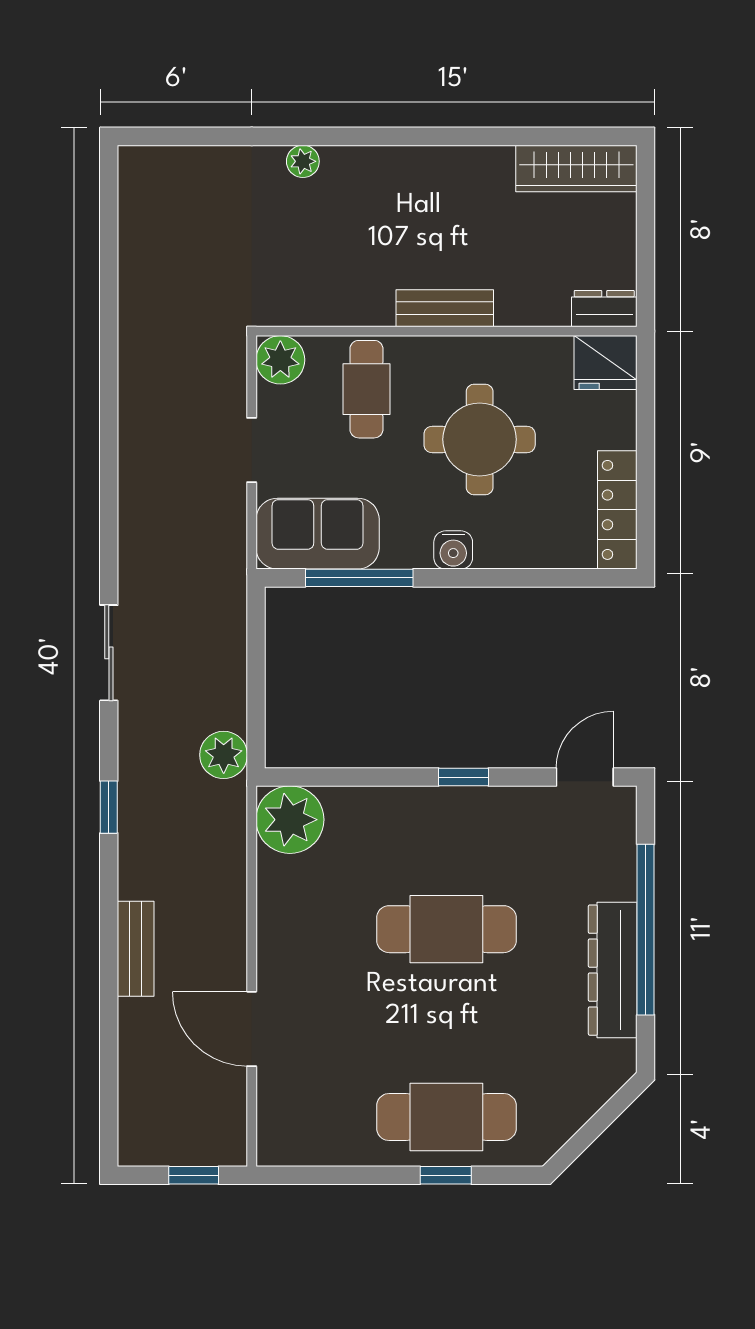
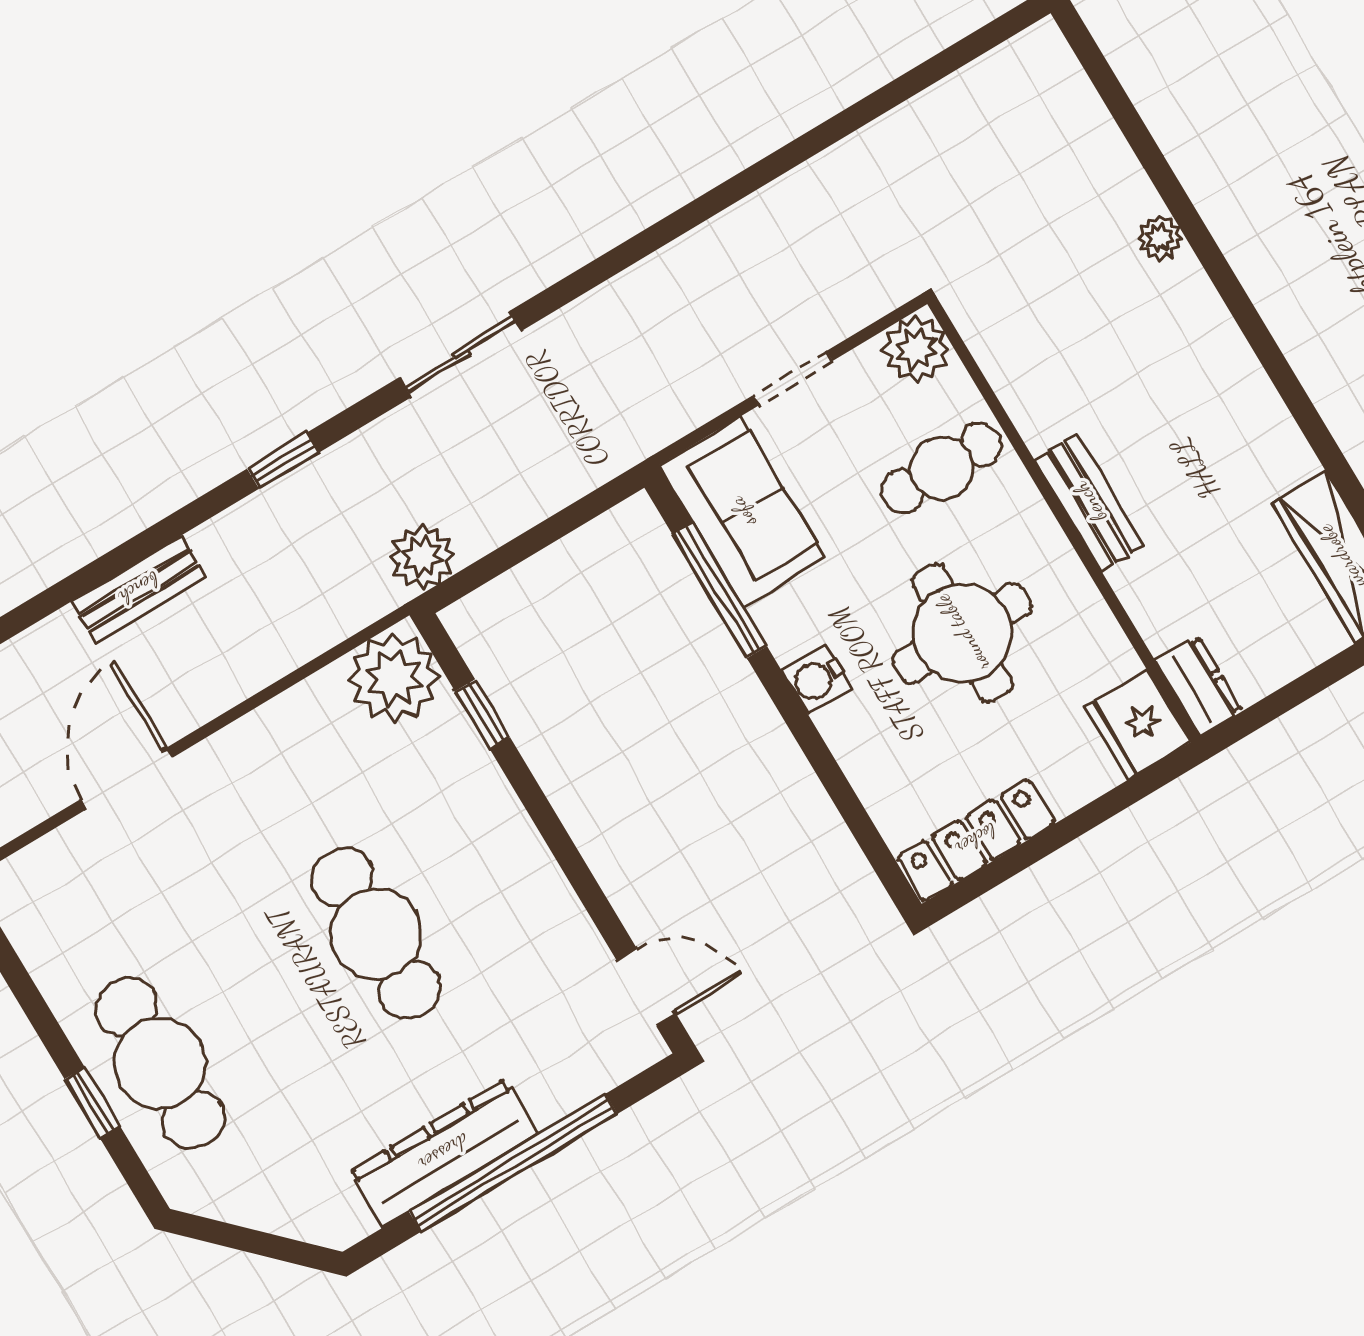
window: (463, 777) -> (482, 714), moved

